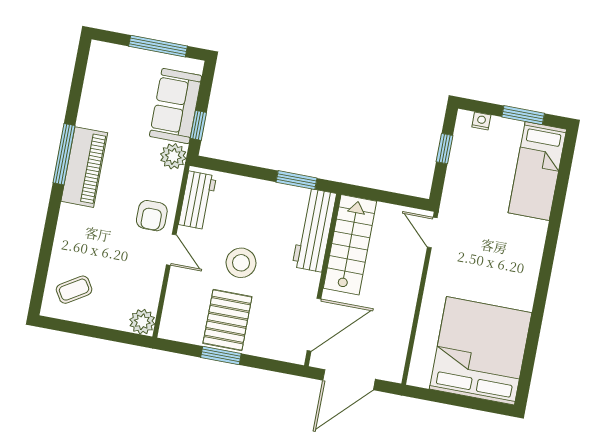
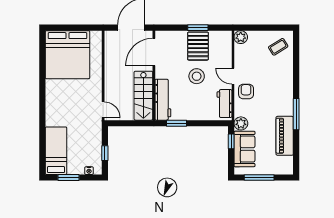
piano: (84, 167) -> (285, 136), moved

